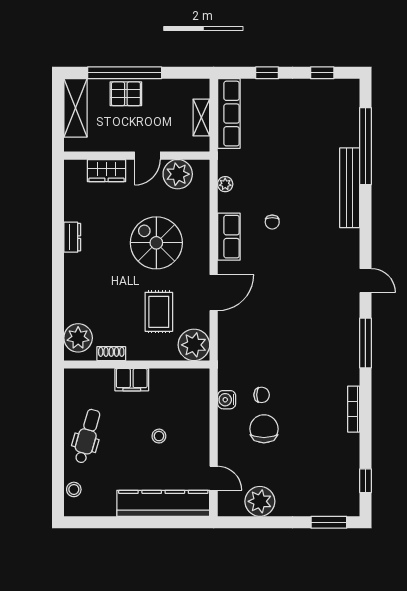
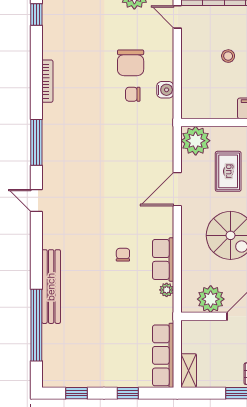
shelving: (201, 118) -> (189, 371), moved
row of seats: (229, 237) -> (163, 259), moved

